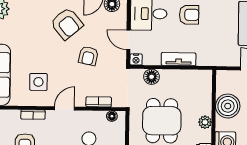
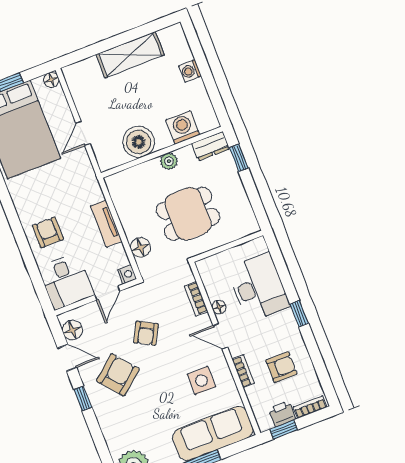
armchair: (88, 56) -> (146, 333), turned 106
floor lamp: (112, 116) -> (219, 307), moved

